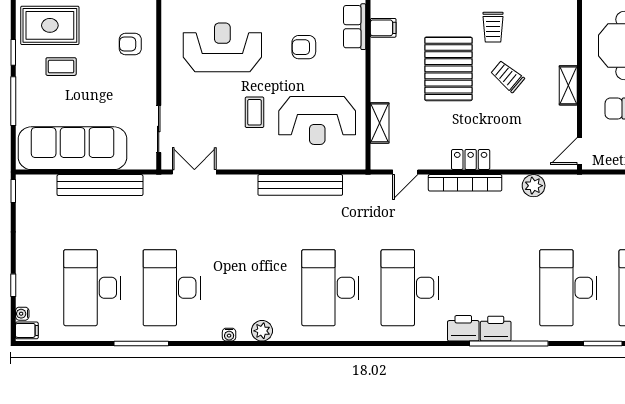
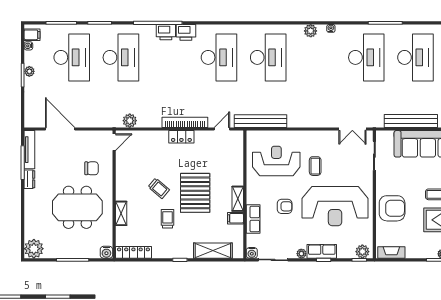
armchair: (130, 44) -> (392, 208), width x1.88, depth x1.88
reception desk: (222, 47) -> (335, 206), width x1.36, depth x1.30
shelving: (568, 85) -> (121, 213), moved
shelving: (380, 123) -> (238, 199), moved
bench: (300, 185) -> (260, 121), moved
plant: (534, 186) -> (130, 121), moved

